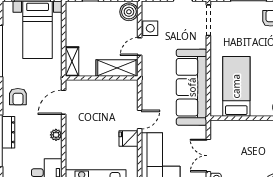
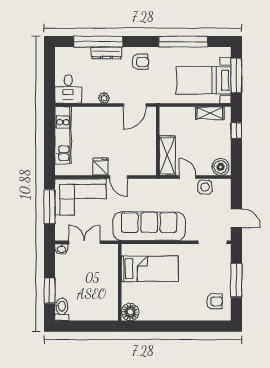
shelving: (72, 61) -> (210, 113), moved
armchair: (18, 97) -> (140, 62), turned 180
door: (64, 102) -> (135, 105), swing flipped

